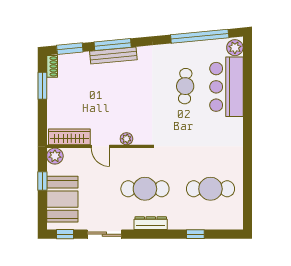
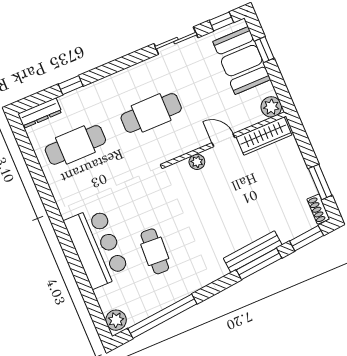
bar counter: (226, 87) -> (97, 247), moved
window: (42, 181) -> (264, 50), moved
dresser: (151, 223) -> (40, 113), moved

